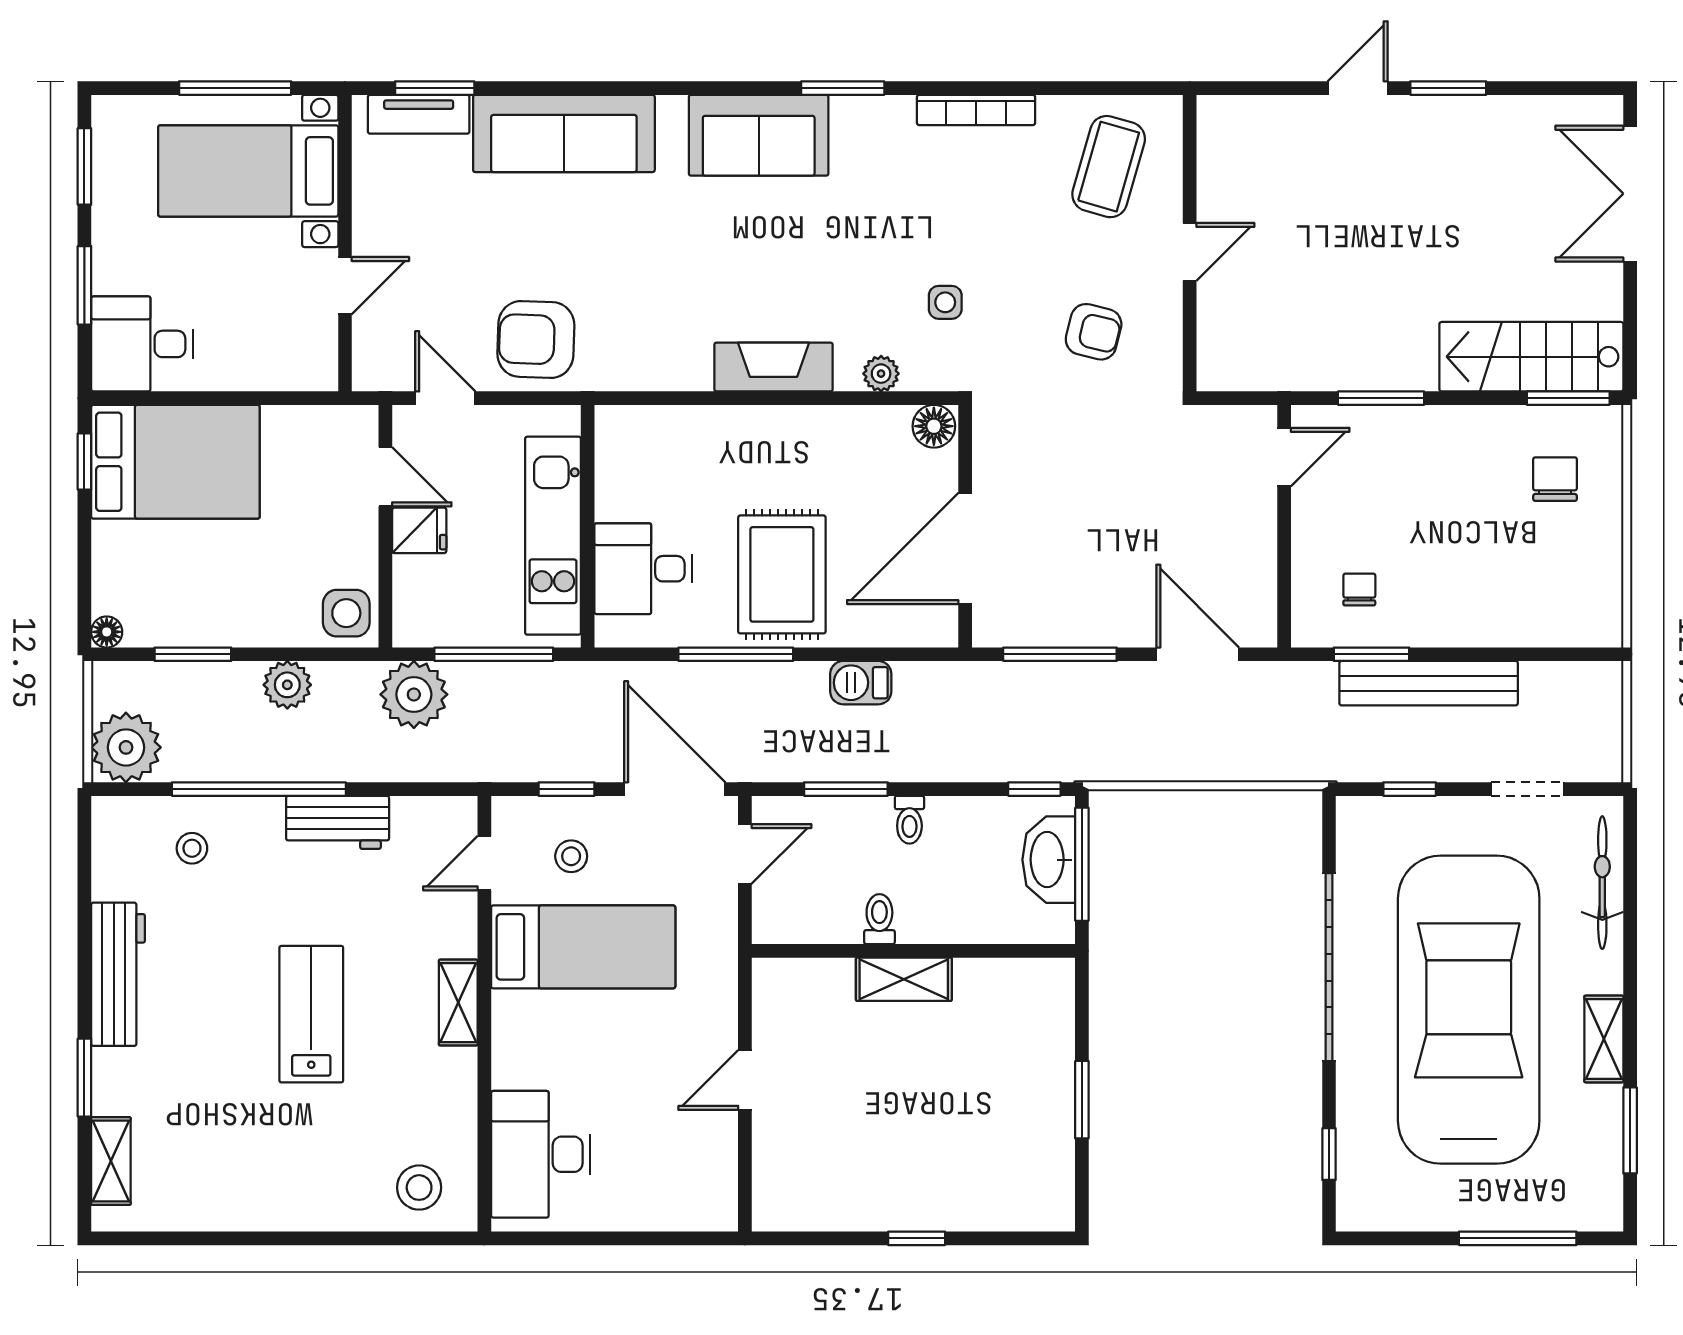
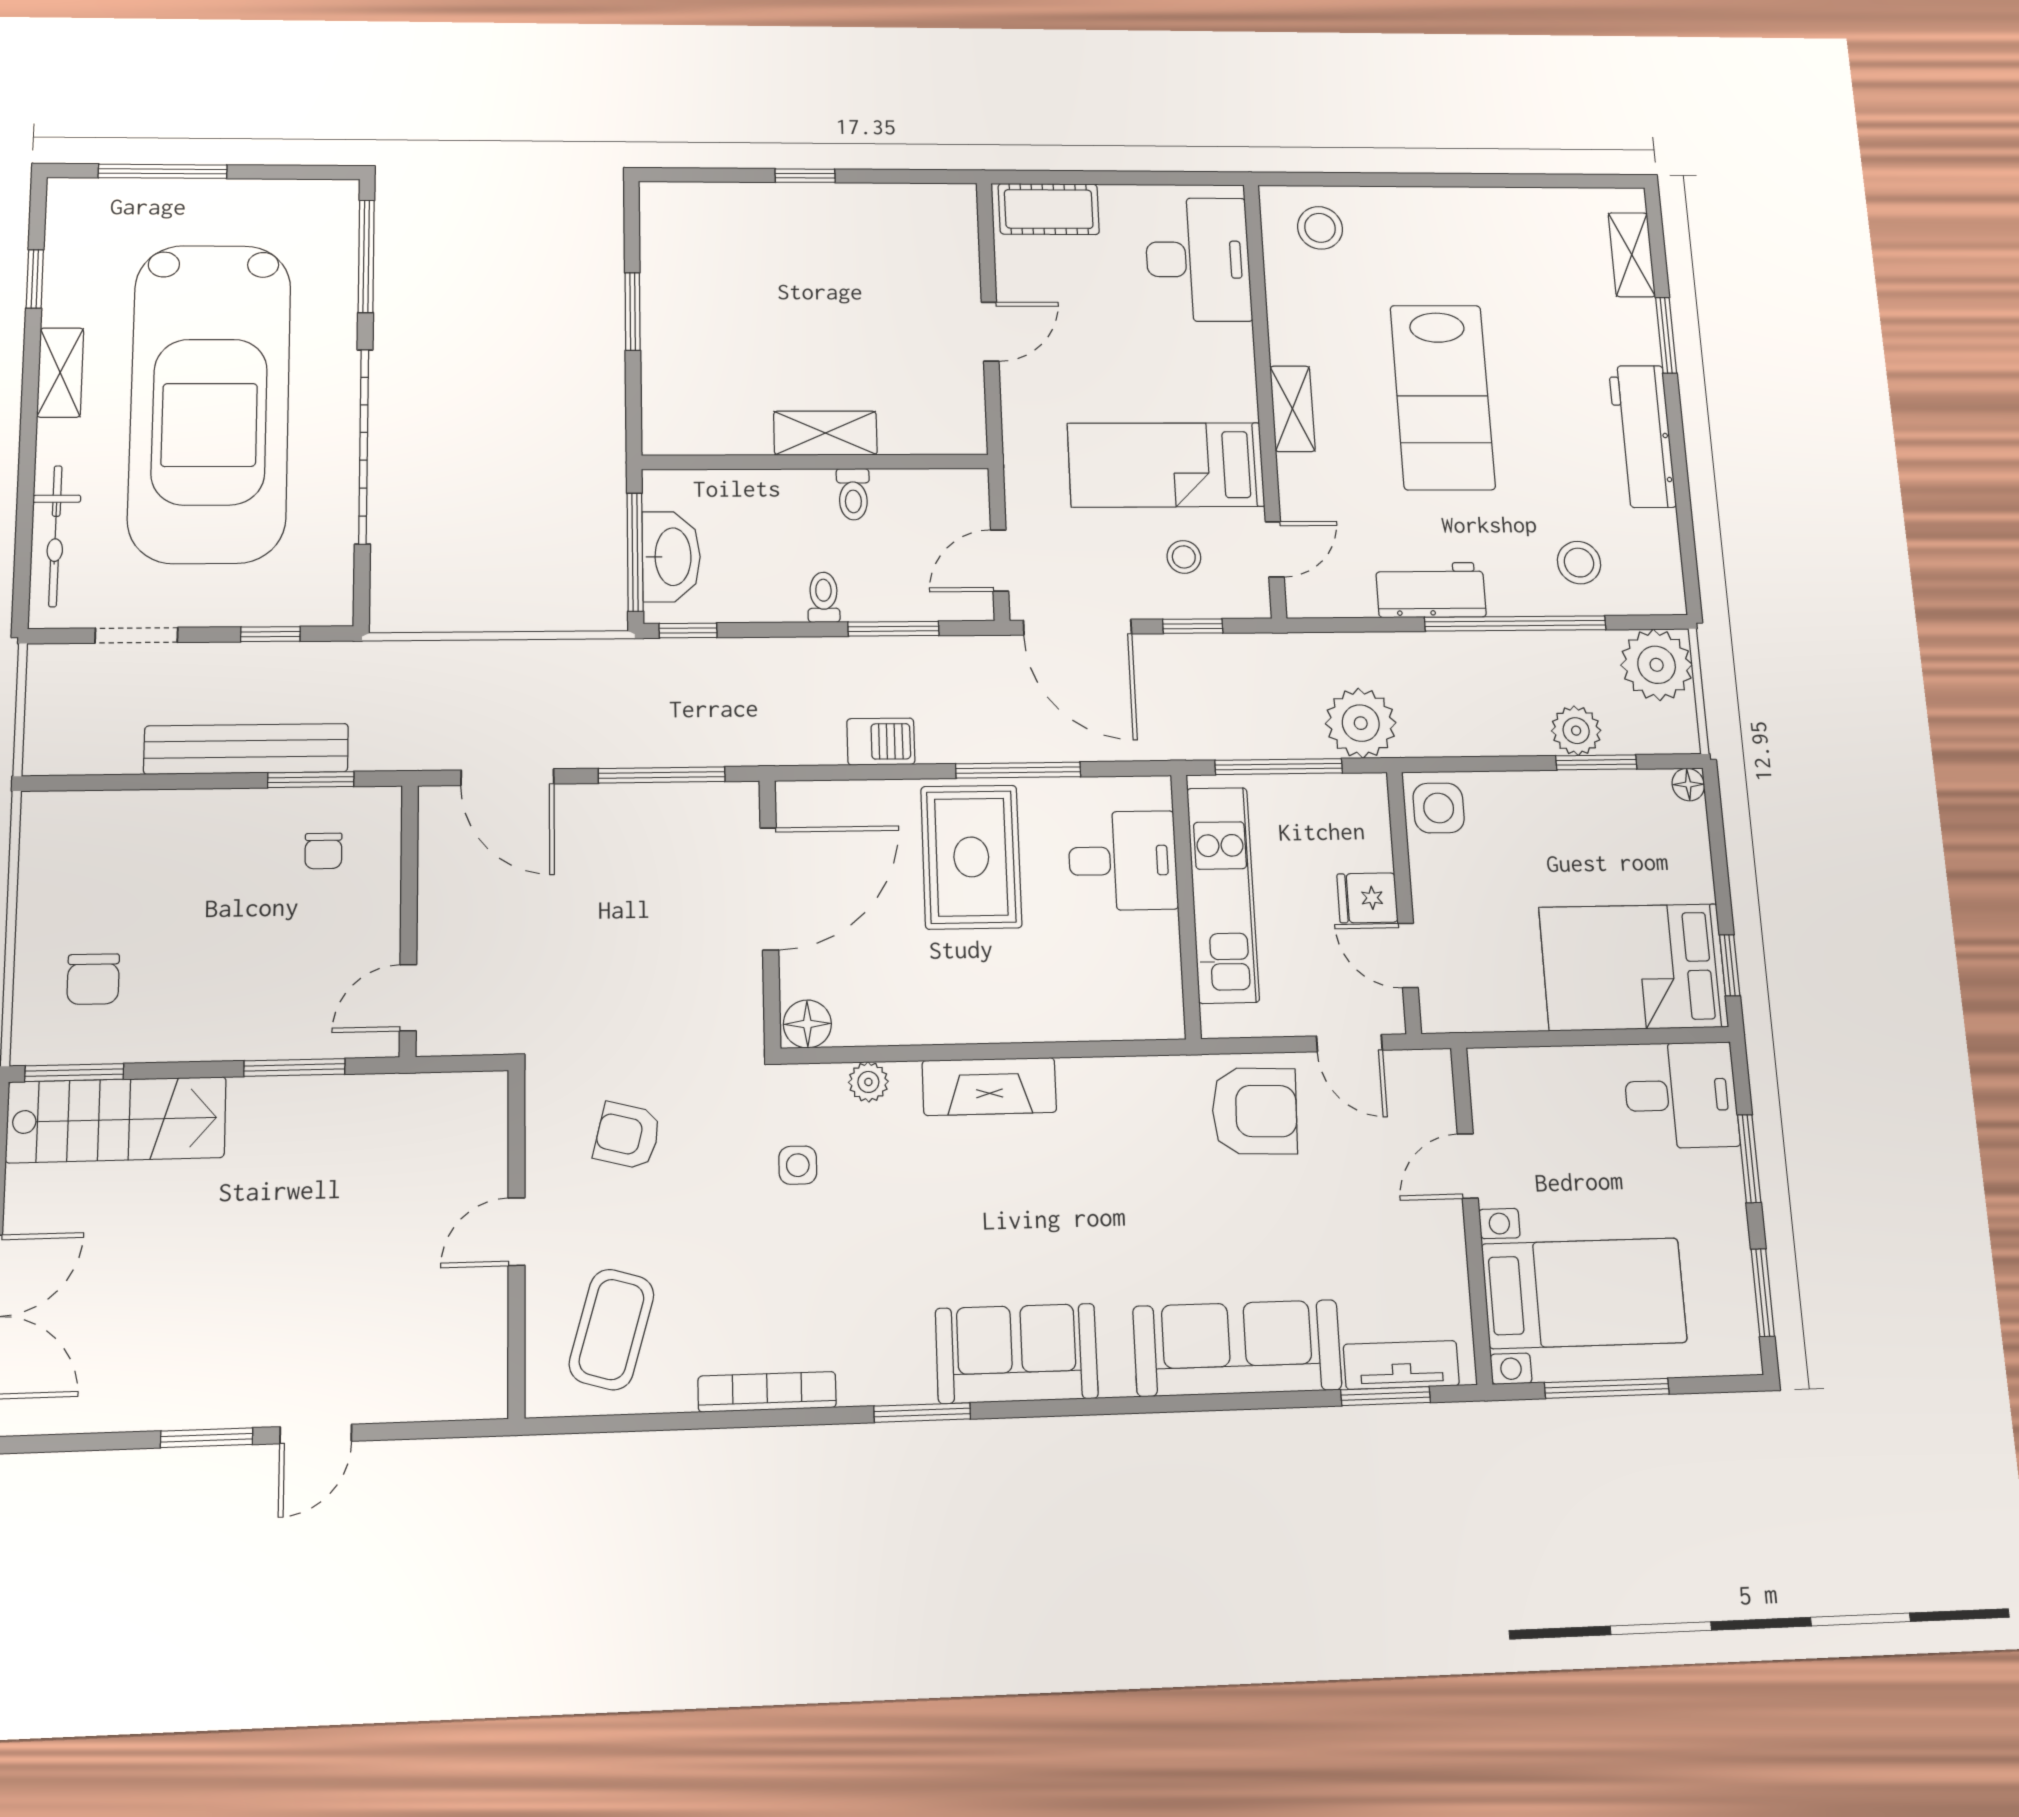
plant: (287, 685) -> (1576, 731), moved
stool: (192, 848) -> (1579, 563), width x1.37, depth x1.37
lab bench: (311, 1014) -> (1443, 397), width x1.36, depth x1.39
window: (1630, 1130) -> (35, 279), width x0.67
window: (1329, 1154) -> (366, 256), width x2.17
cot: (683, 1206) -> (1049, 209), added

